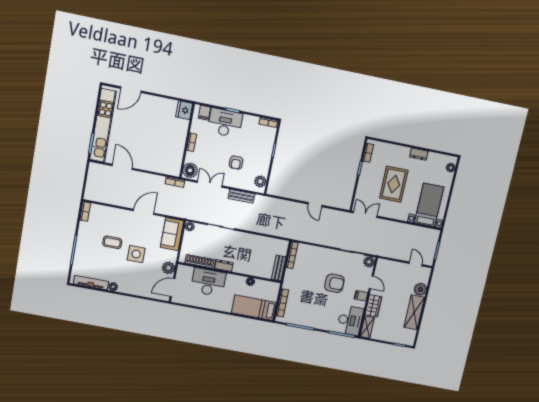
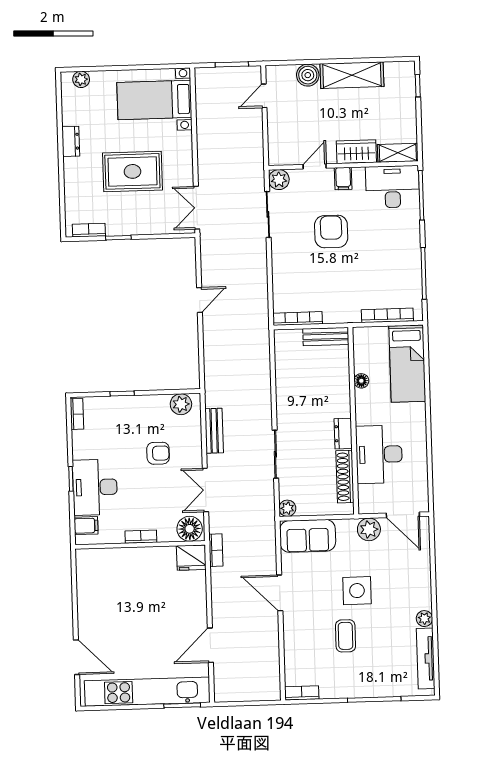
fridge: (184, 110) -> (191, 558), moved

